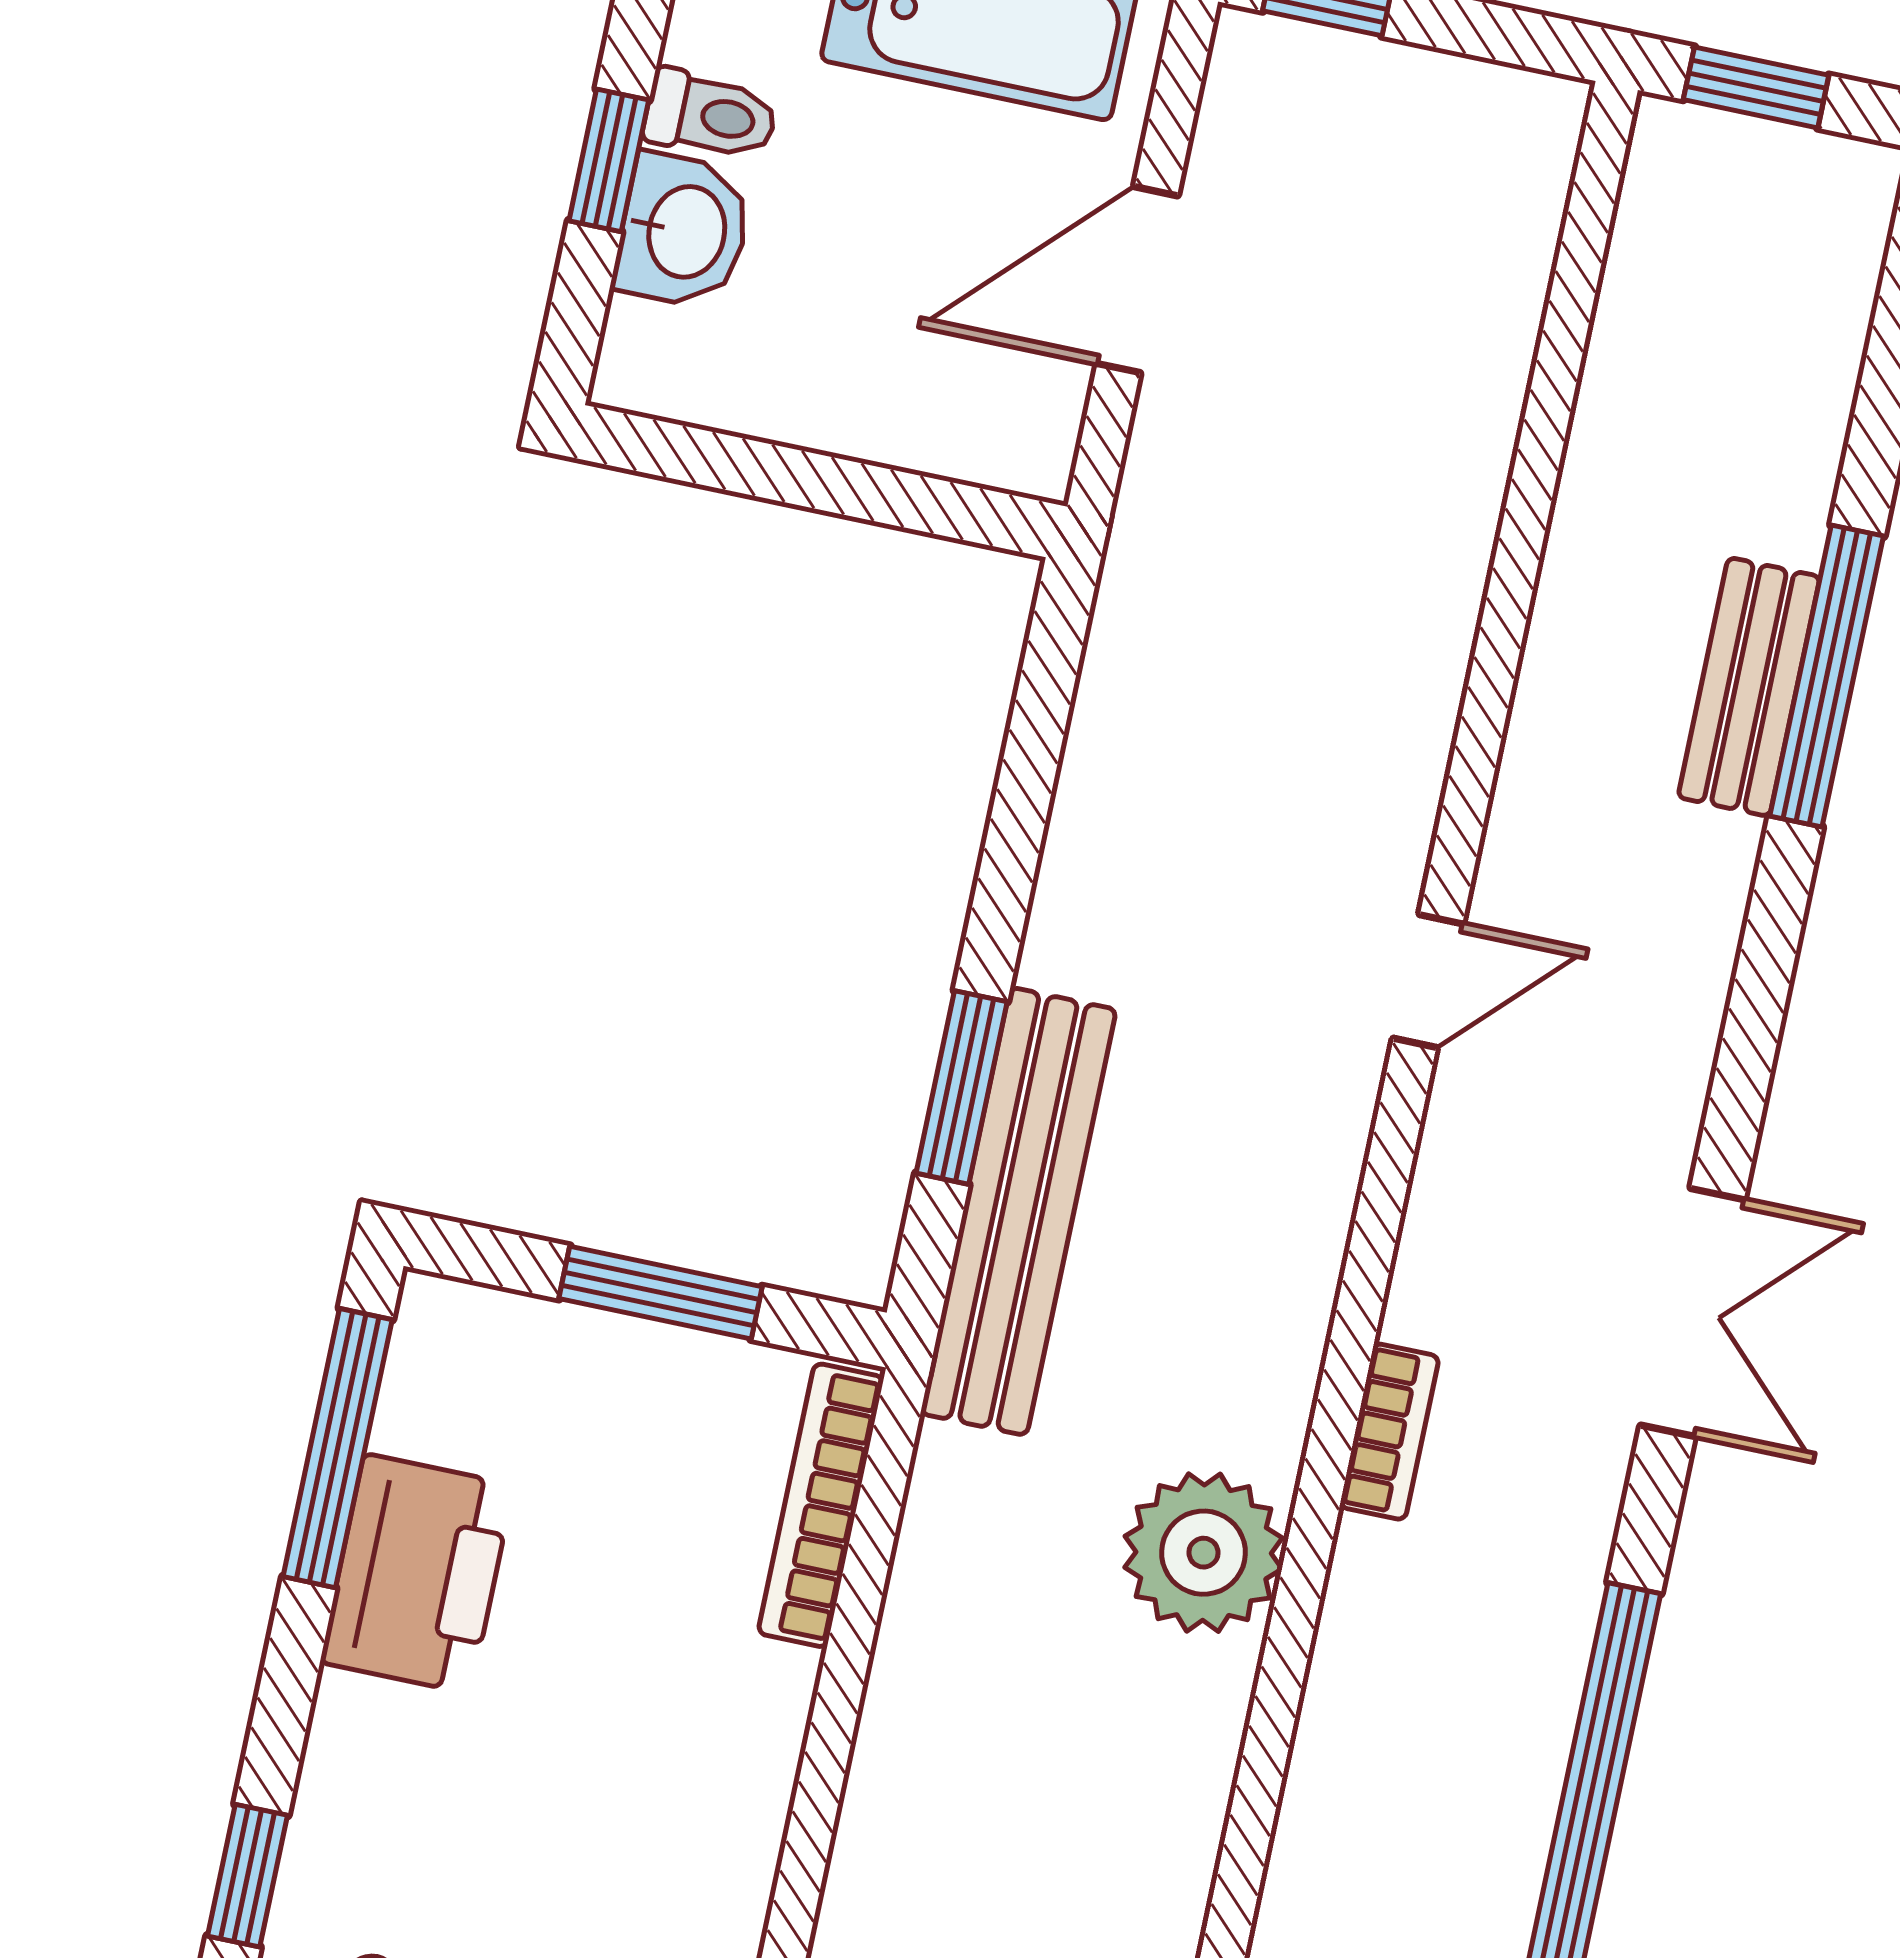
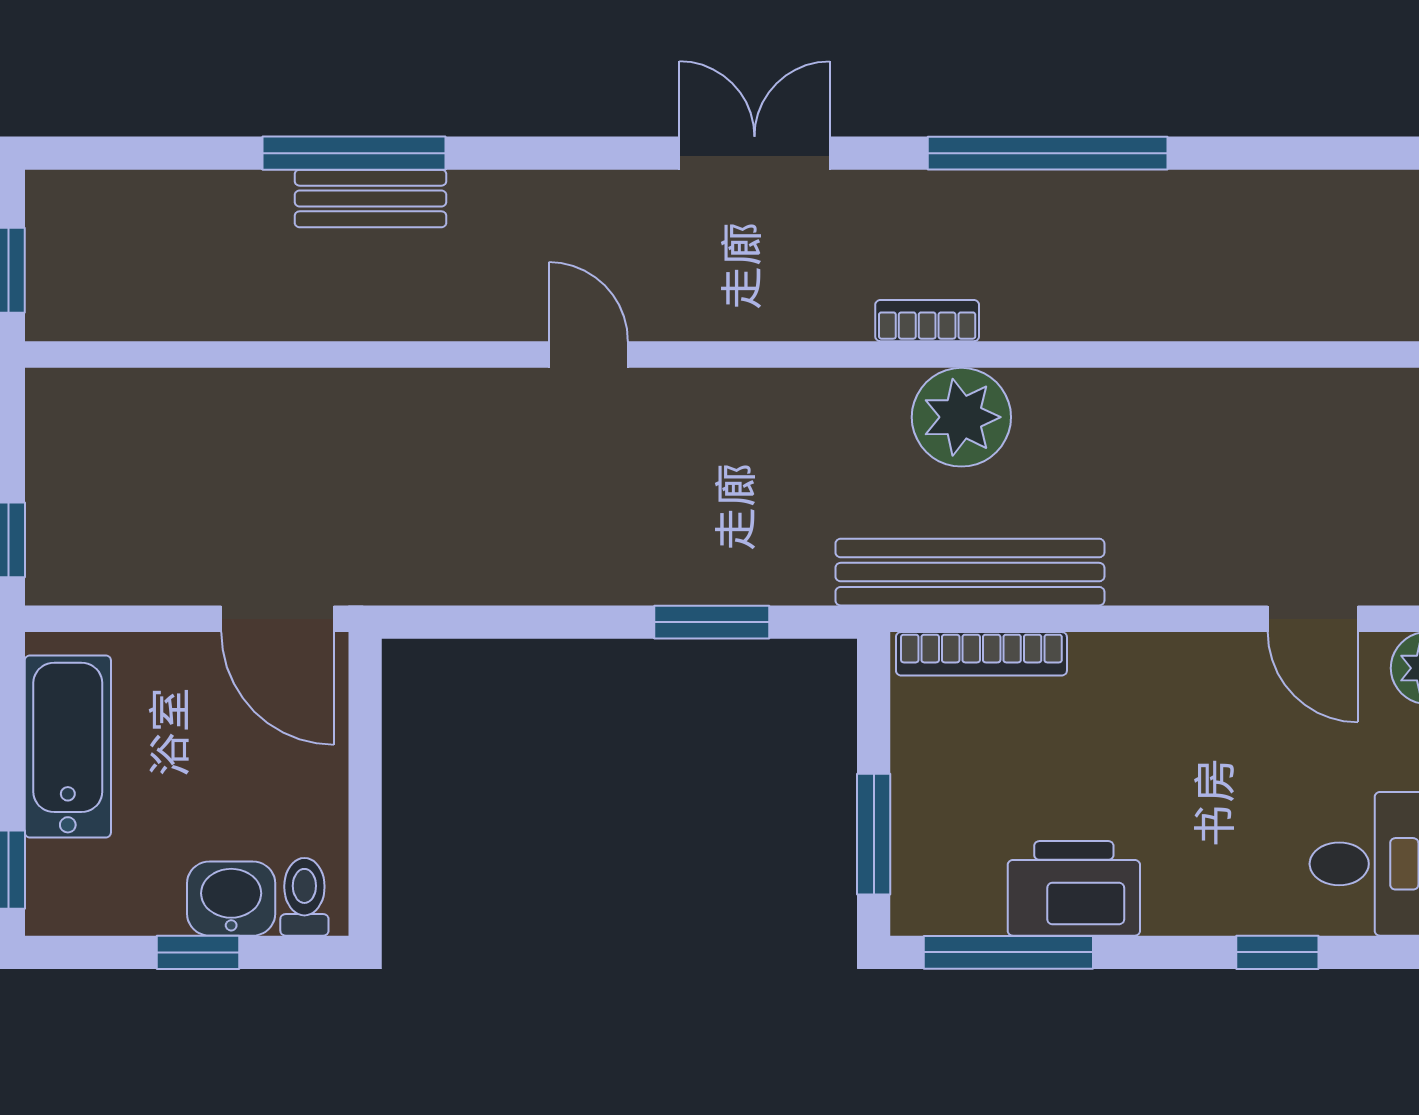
toilet: (710, 115) -> (304, 897), moved
door: (1137, 280) -> (278, 619), moved
bench: (1018, 1211) -> (970, 572), moved
window: (660, 1293) -> (874, 834), moved
bookcase: (1389, 1432) -> (927, 321), moved

